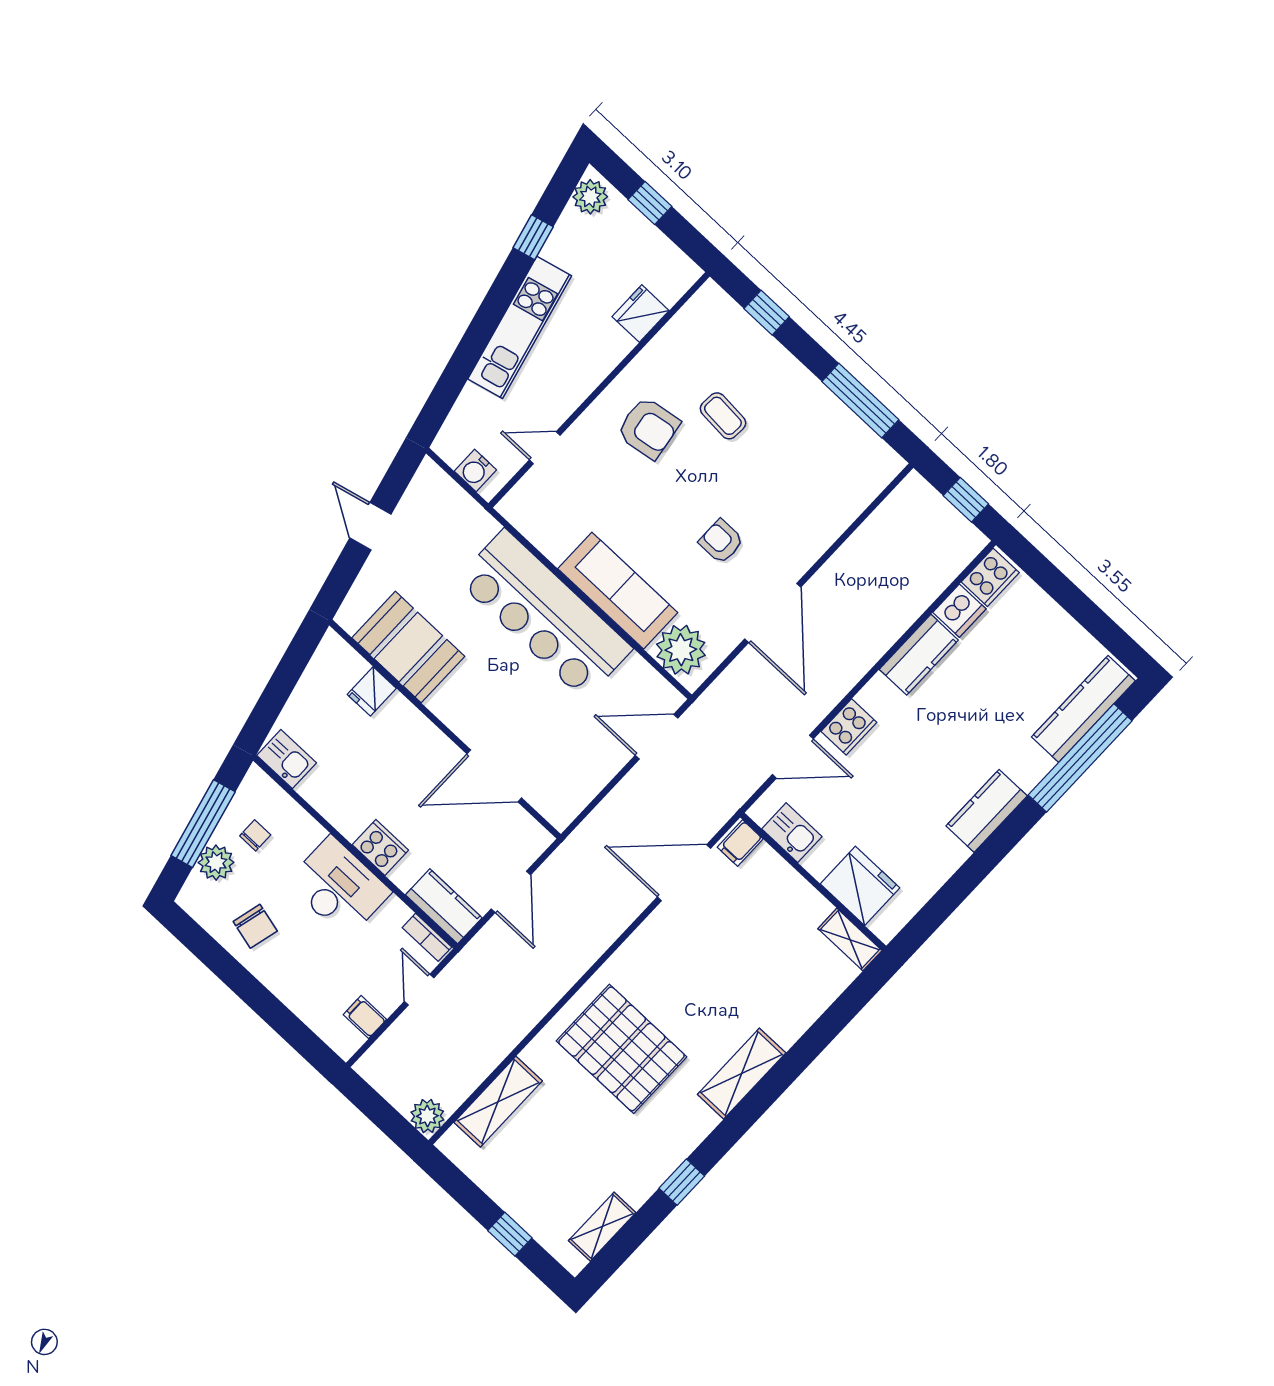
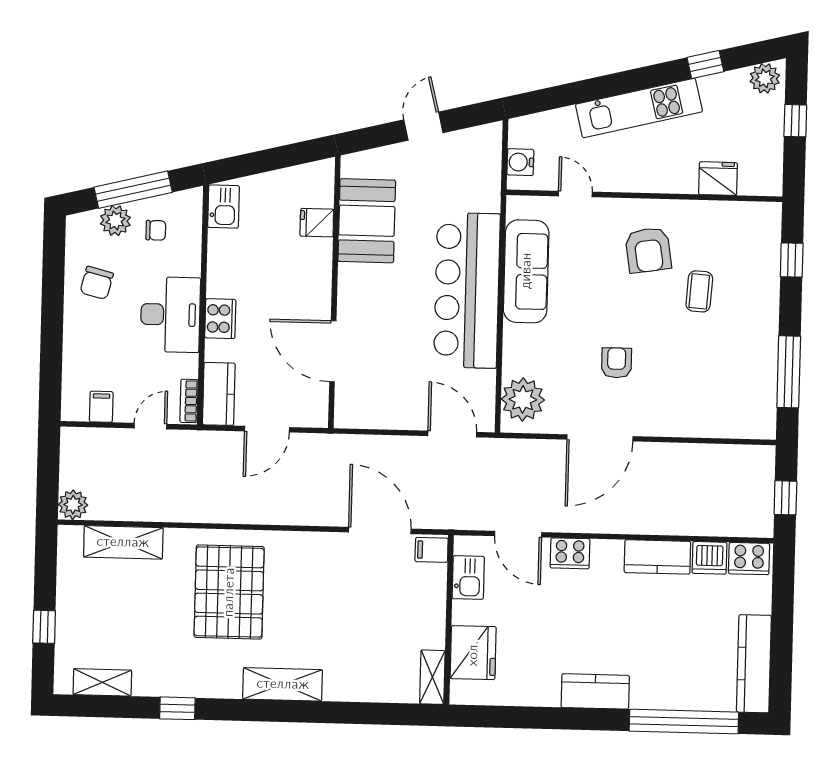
sofa: (618, 591) -> (526, 271), moved
kitchen counter: (1083, 709) -> (754, 664), moved, turned -90

